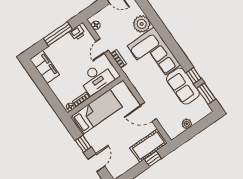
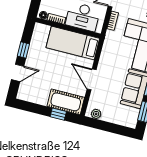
bed: (96, 112) -> (73, 43), moved, turned 180
plant: (187, 124) -> (96, 114), moved

